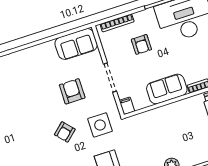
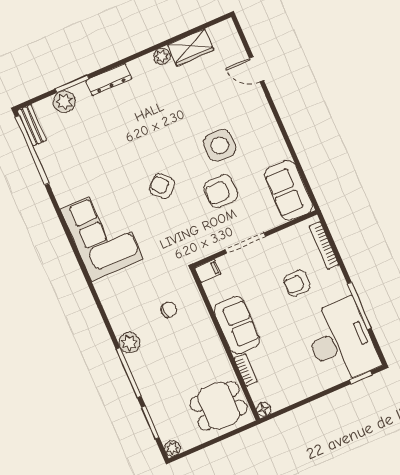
armchair: (72, 91) -> (221, 191), turned 180
side table: (100, 125) -> (220, 145), moved
chair: (151, 135) -> (169, 310), added

